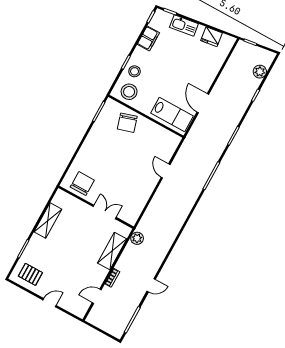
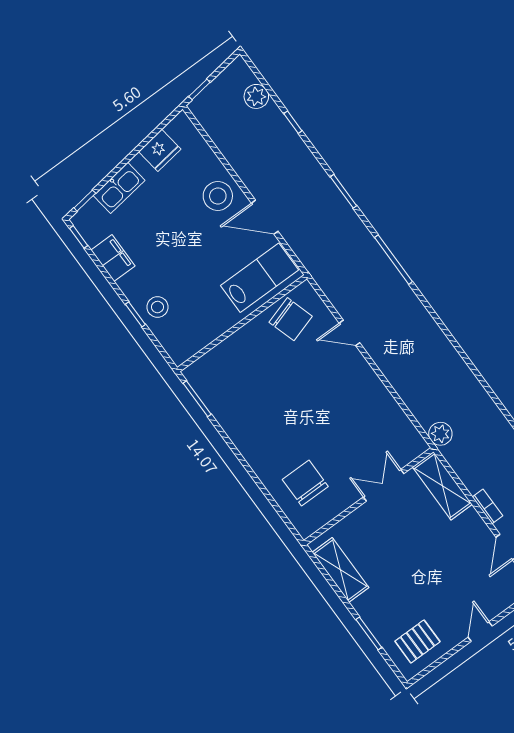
stool: (129, 92) -> (218, 196), moved
chair: (127, 123) -> (291, 319), moved
wall: (96, 207) -> (369, 496), moved
double door: (105, 212) -> (384, 485), moved

